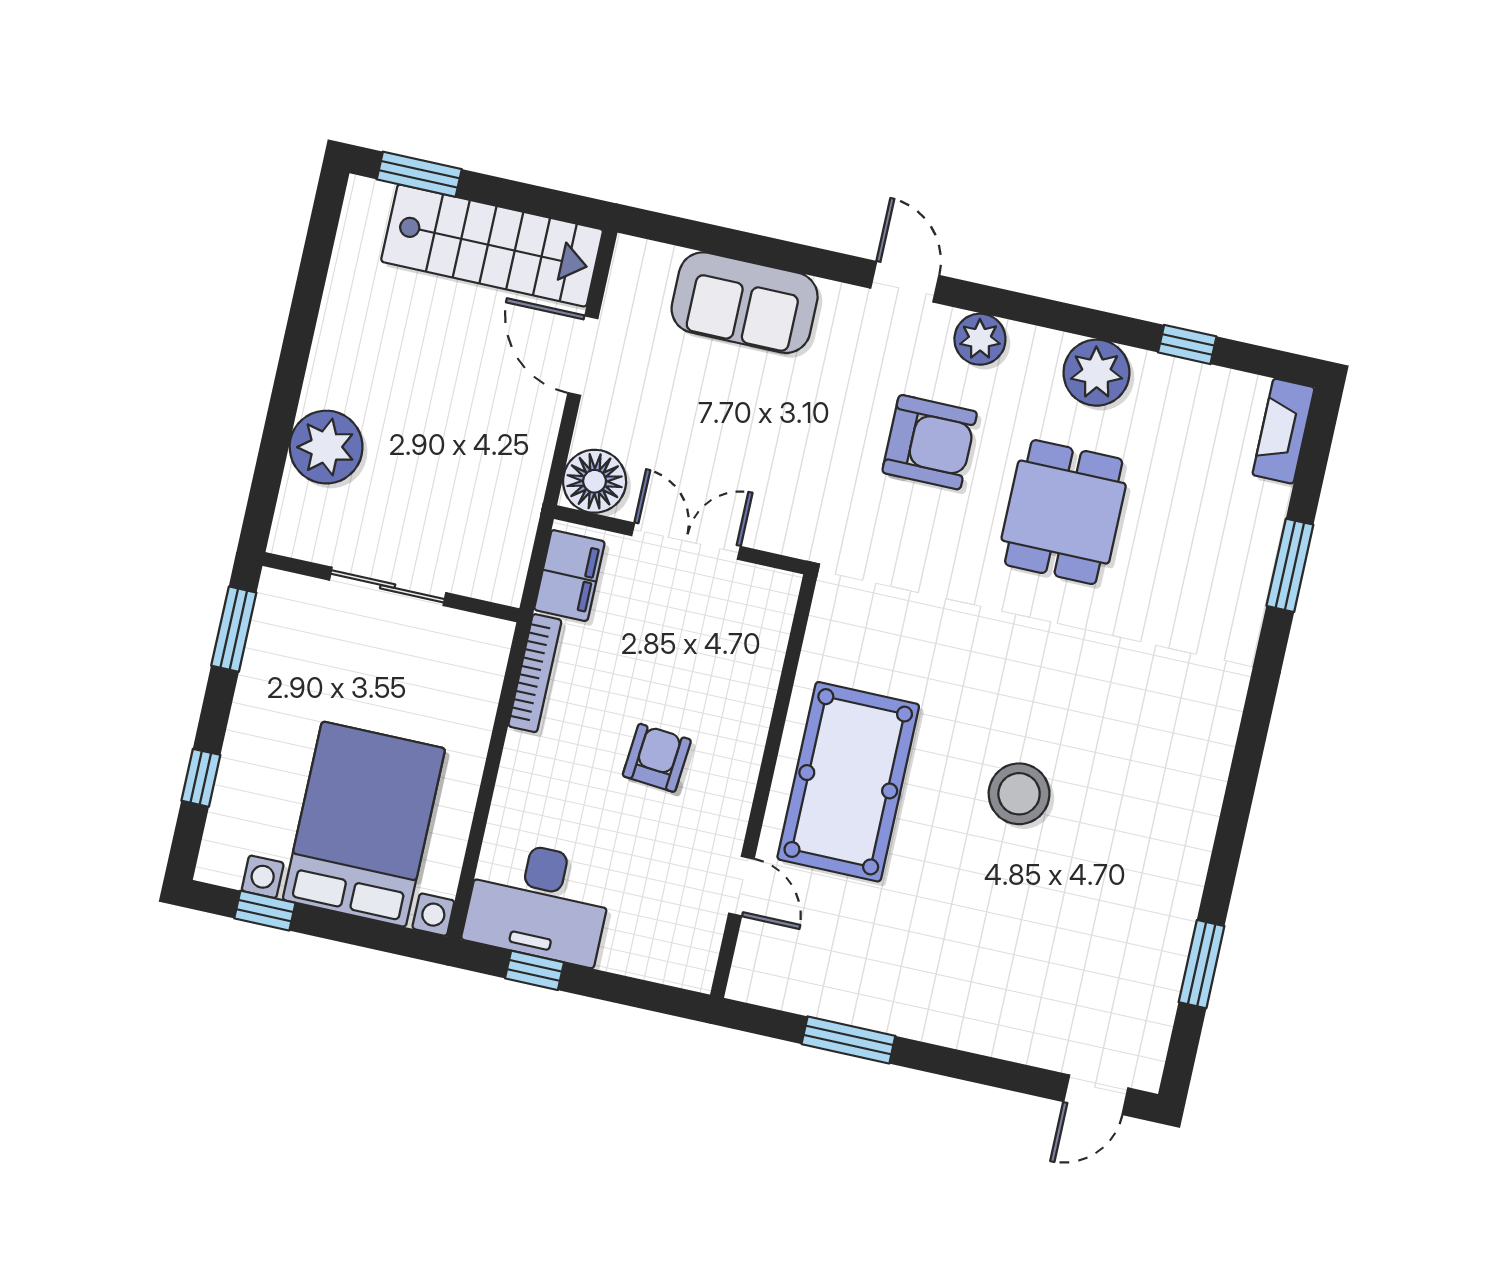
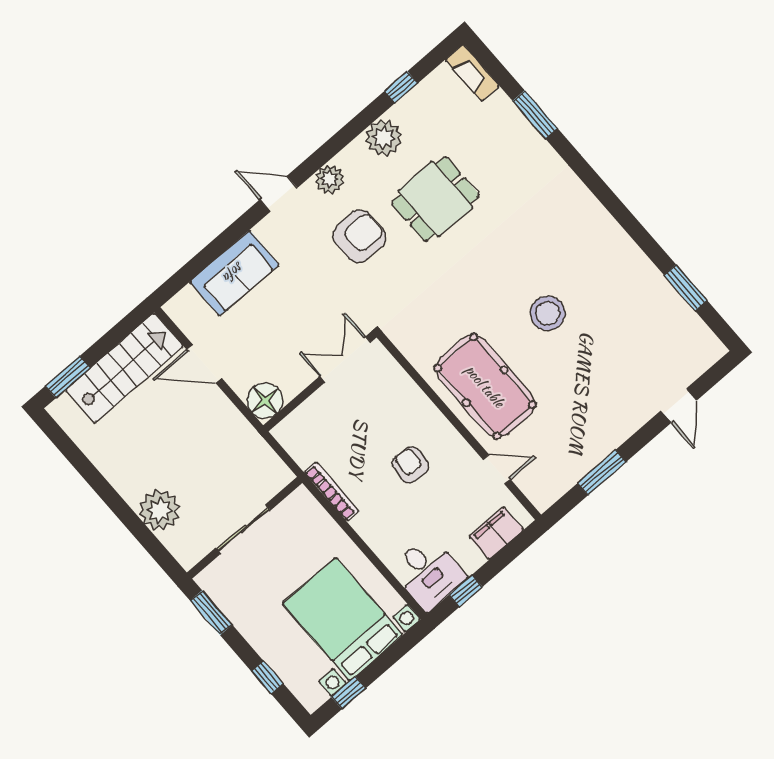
dining table: (1064, 512) -> (435, 199), turned 90
double door: (686, 541) -> (345, 359), moved
filing cabinet: (569, 576) -> (496, 533), moved, turned -90
desk: (539, 902) -> (428, 573), width x0.73
door: (1096, 1095) -> (679, 406), moved

